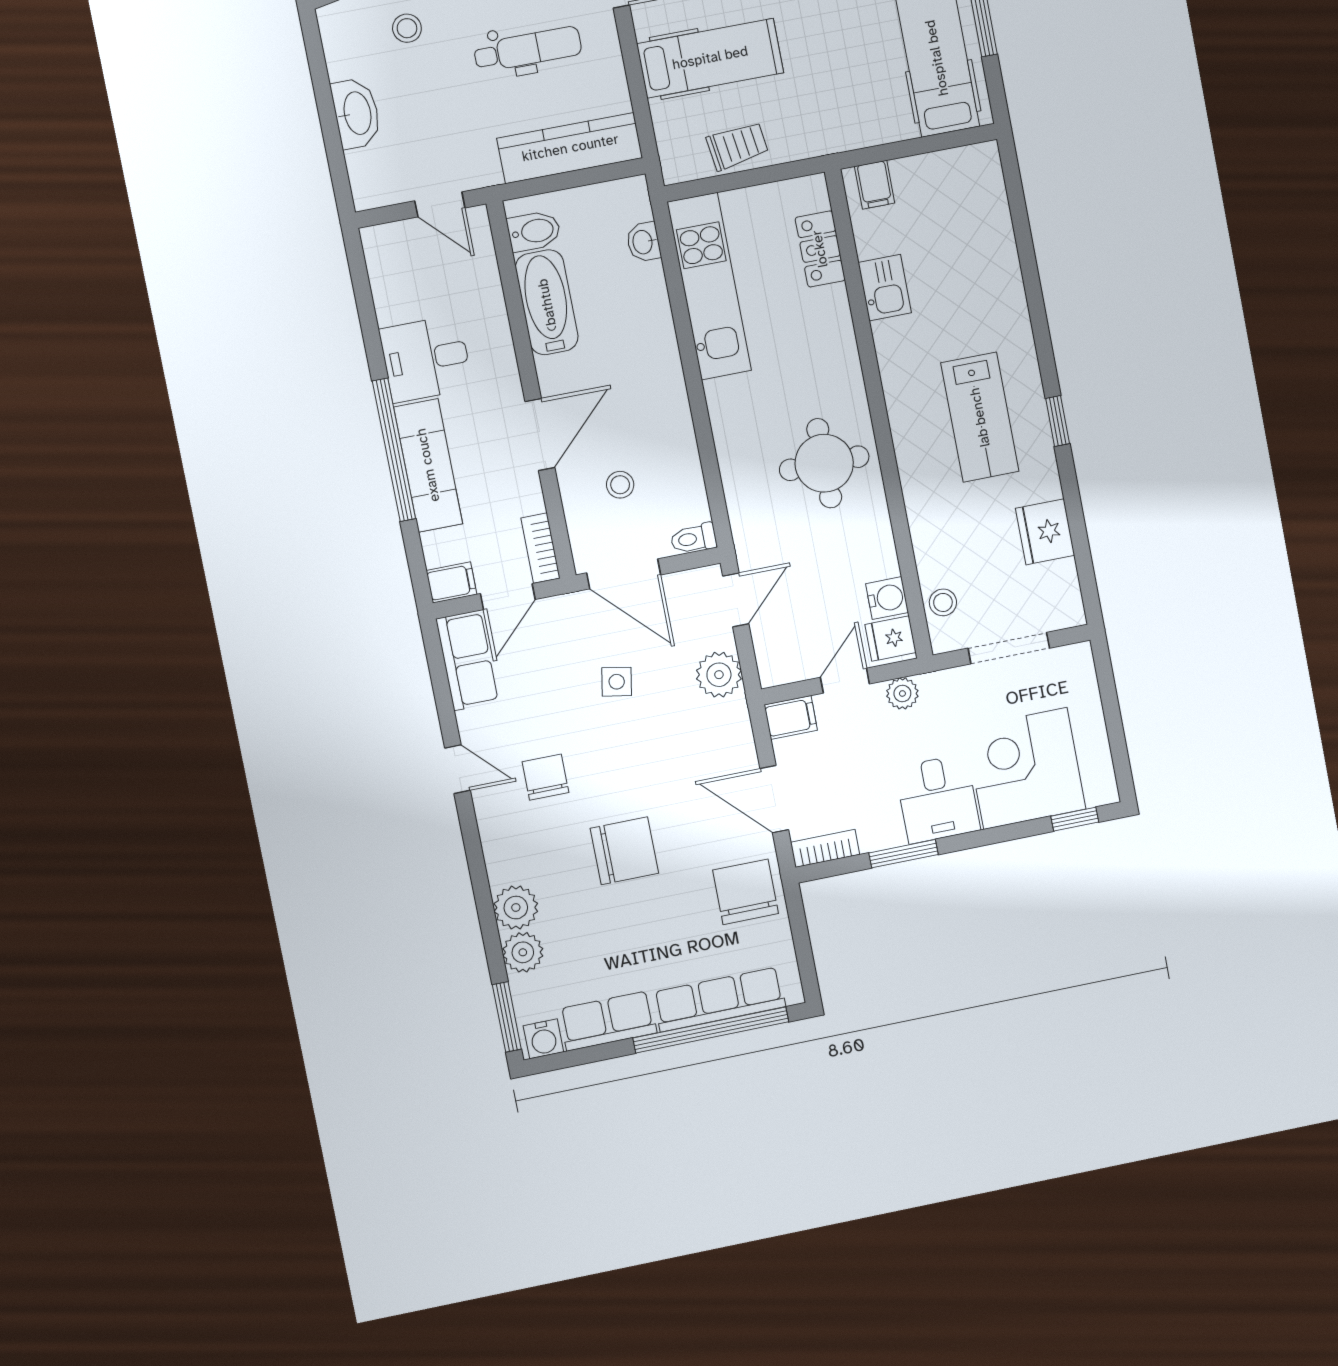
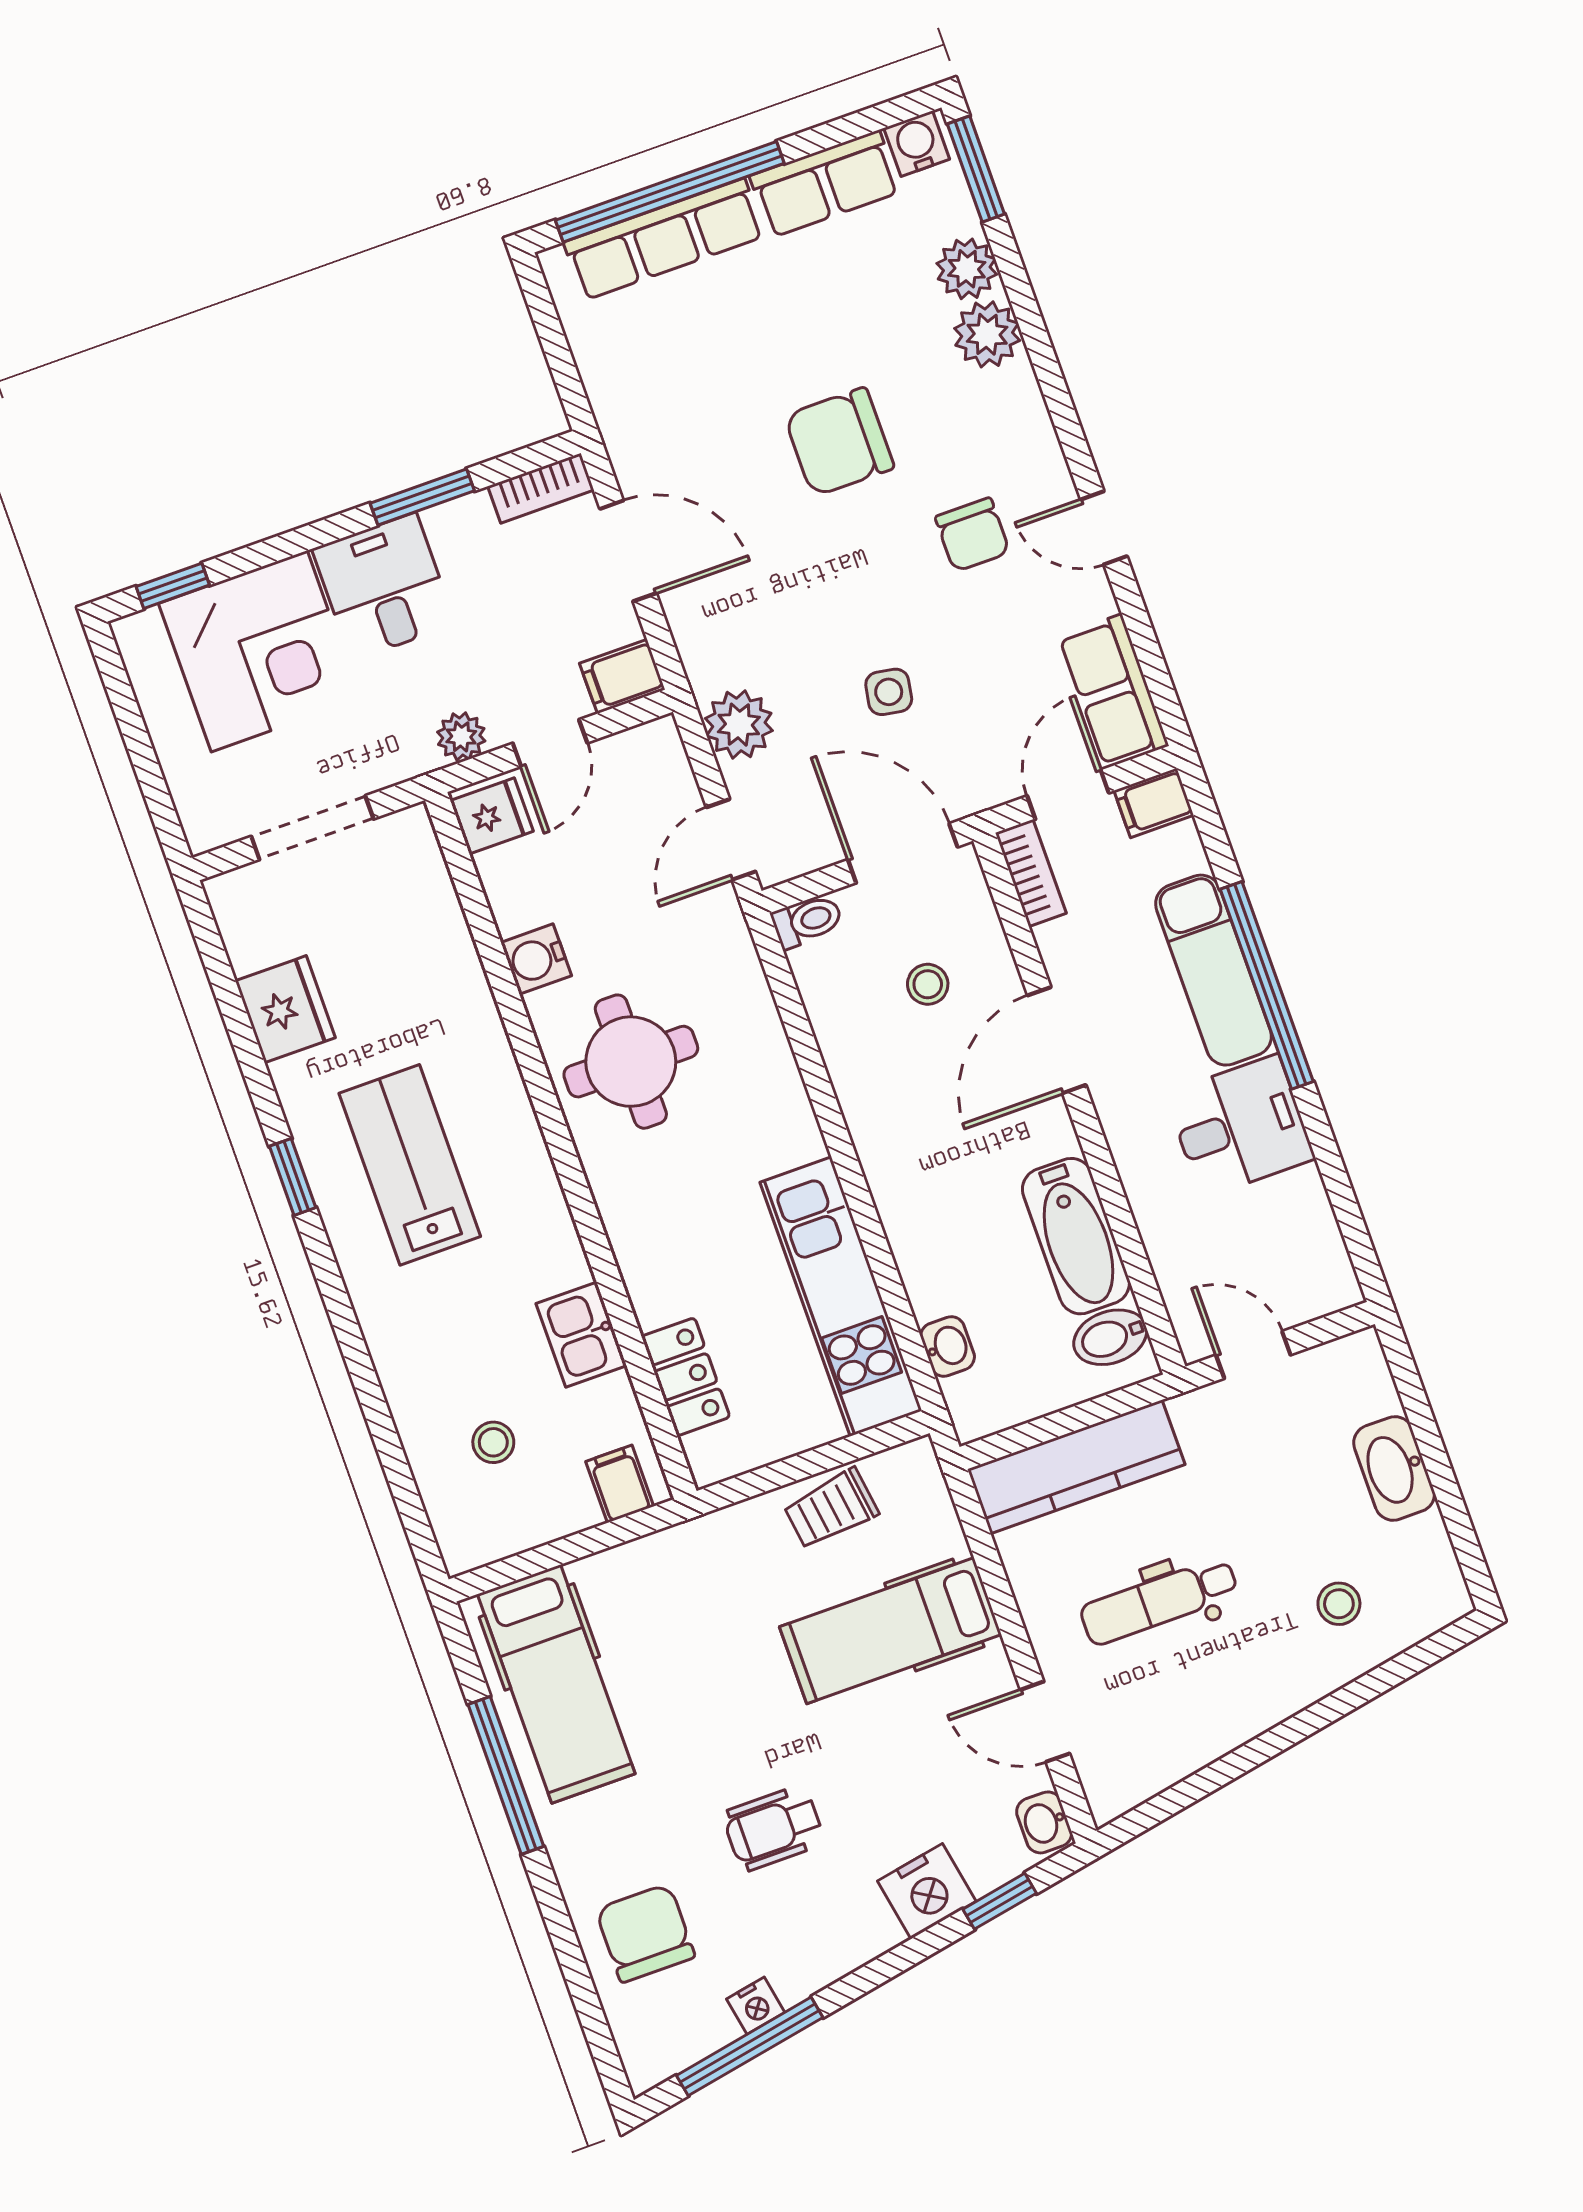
water cooler: (887, 598) -> (536, 959), moved
stool: (943, 602) -> (493, 1442), moved
chair: (746, 892) -> (650, 406), removed

